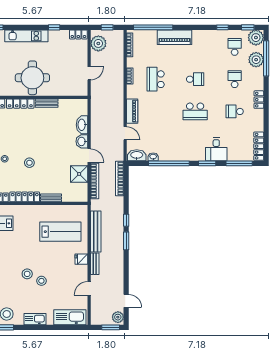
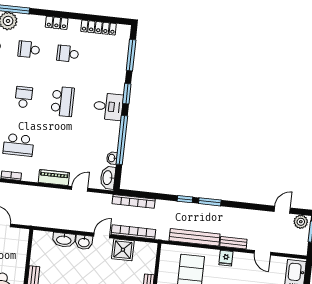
school desk: (235, 111) -> (68, 54), turned 90
locker: (259, 146) -> (98, 28), moved
desk: (216, 149) -> (108, 107), moved

